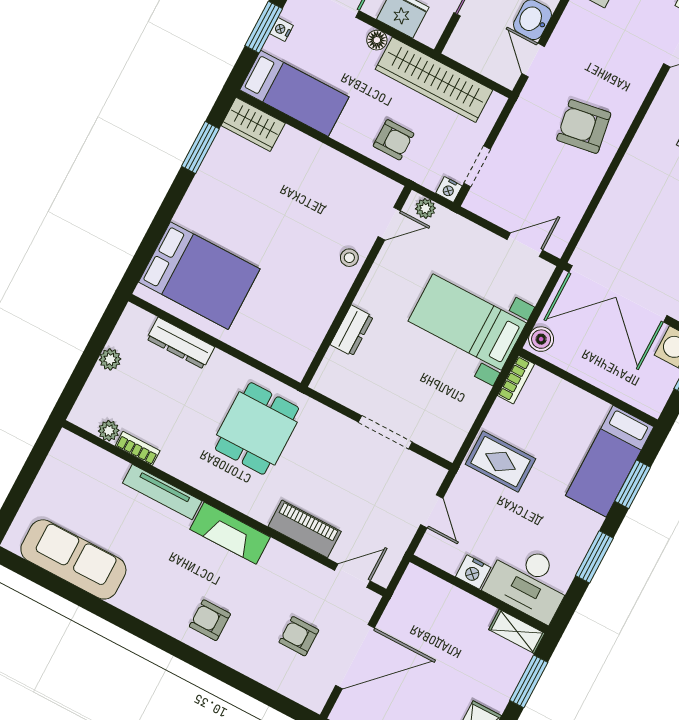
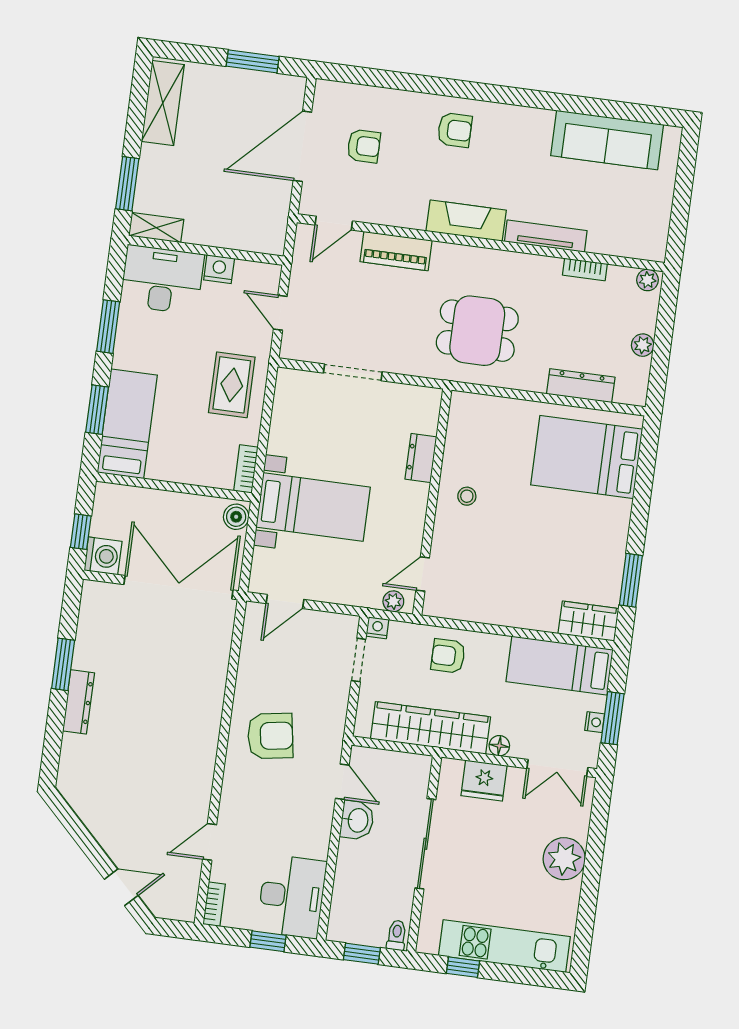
stool: (349, 258) -> (467, 496), moved
dining table: (257, 428) -> (477, 331), turned 90
plant: (109, 431) -> (647, 280), moved
rug: (501, 462) -> (232, 385), turned 90

